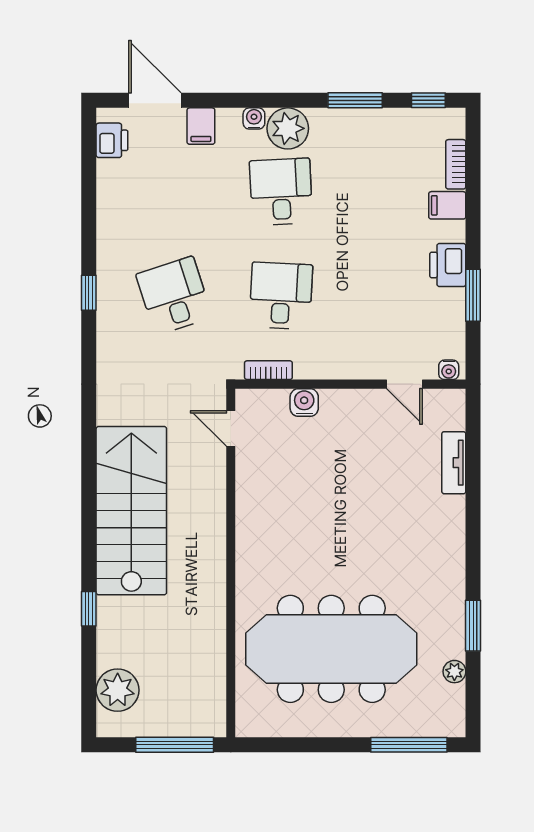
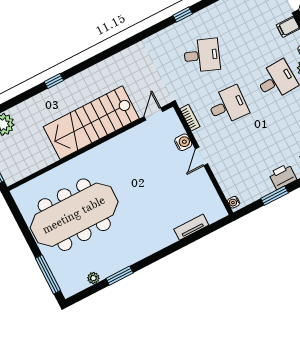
desk: (174, 296) -> (202, 55), turned 39
door: (404, 384) -> (202, 156), moved
stairs: (131, 511) -> (91, 123), moved, turned 180
window: (89, 609) -> (54, 81), moved
meeting table: (331, 649) -> (74, 215), turned 90

